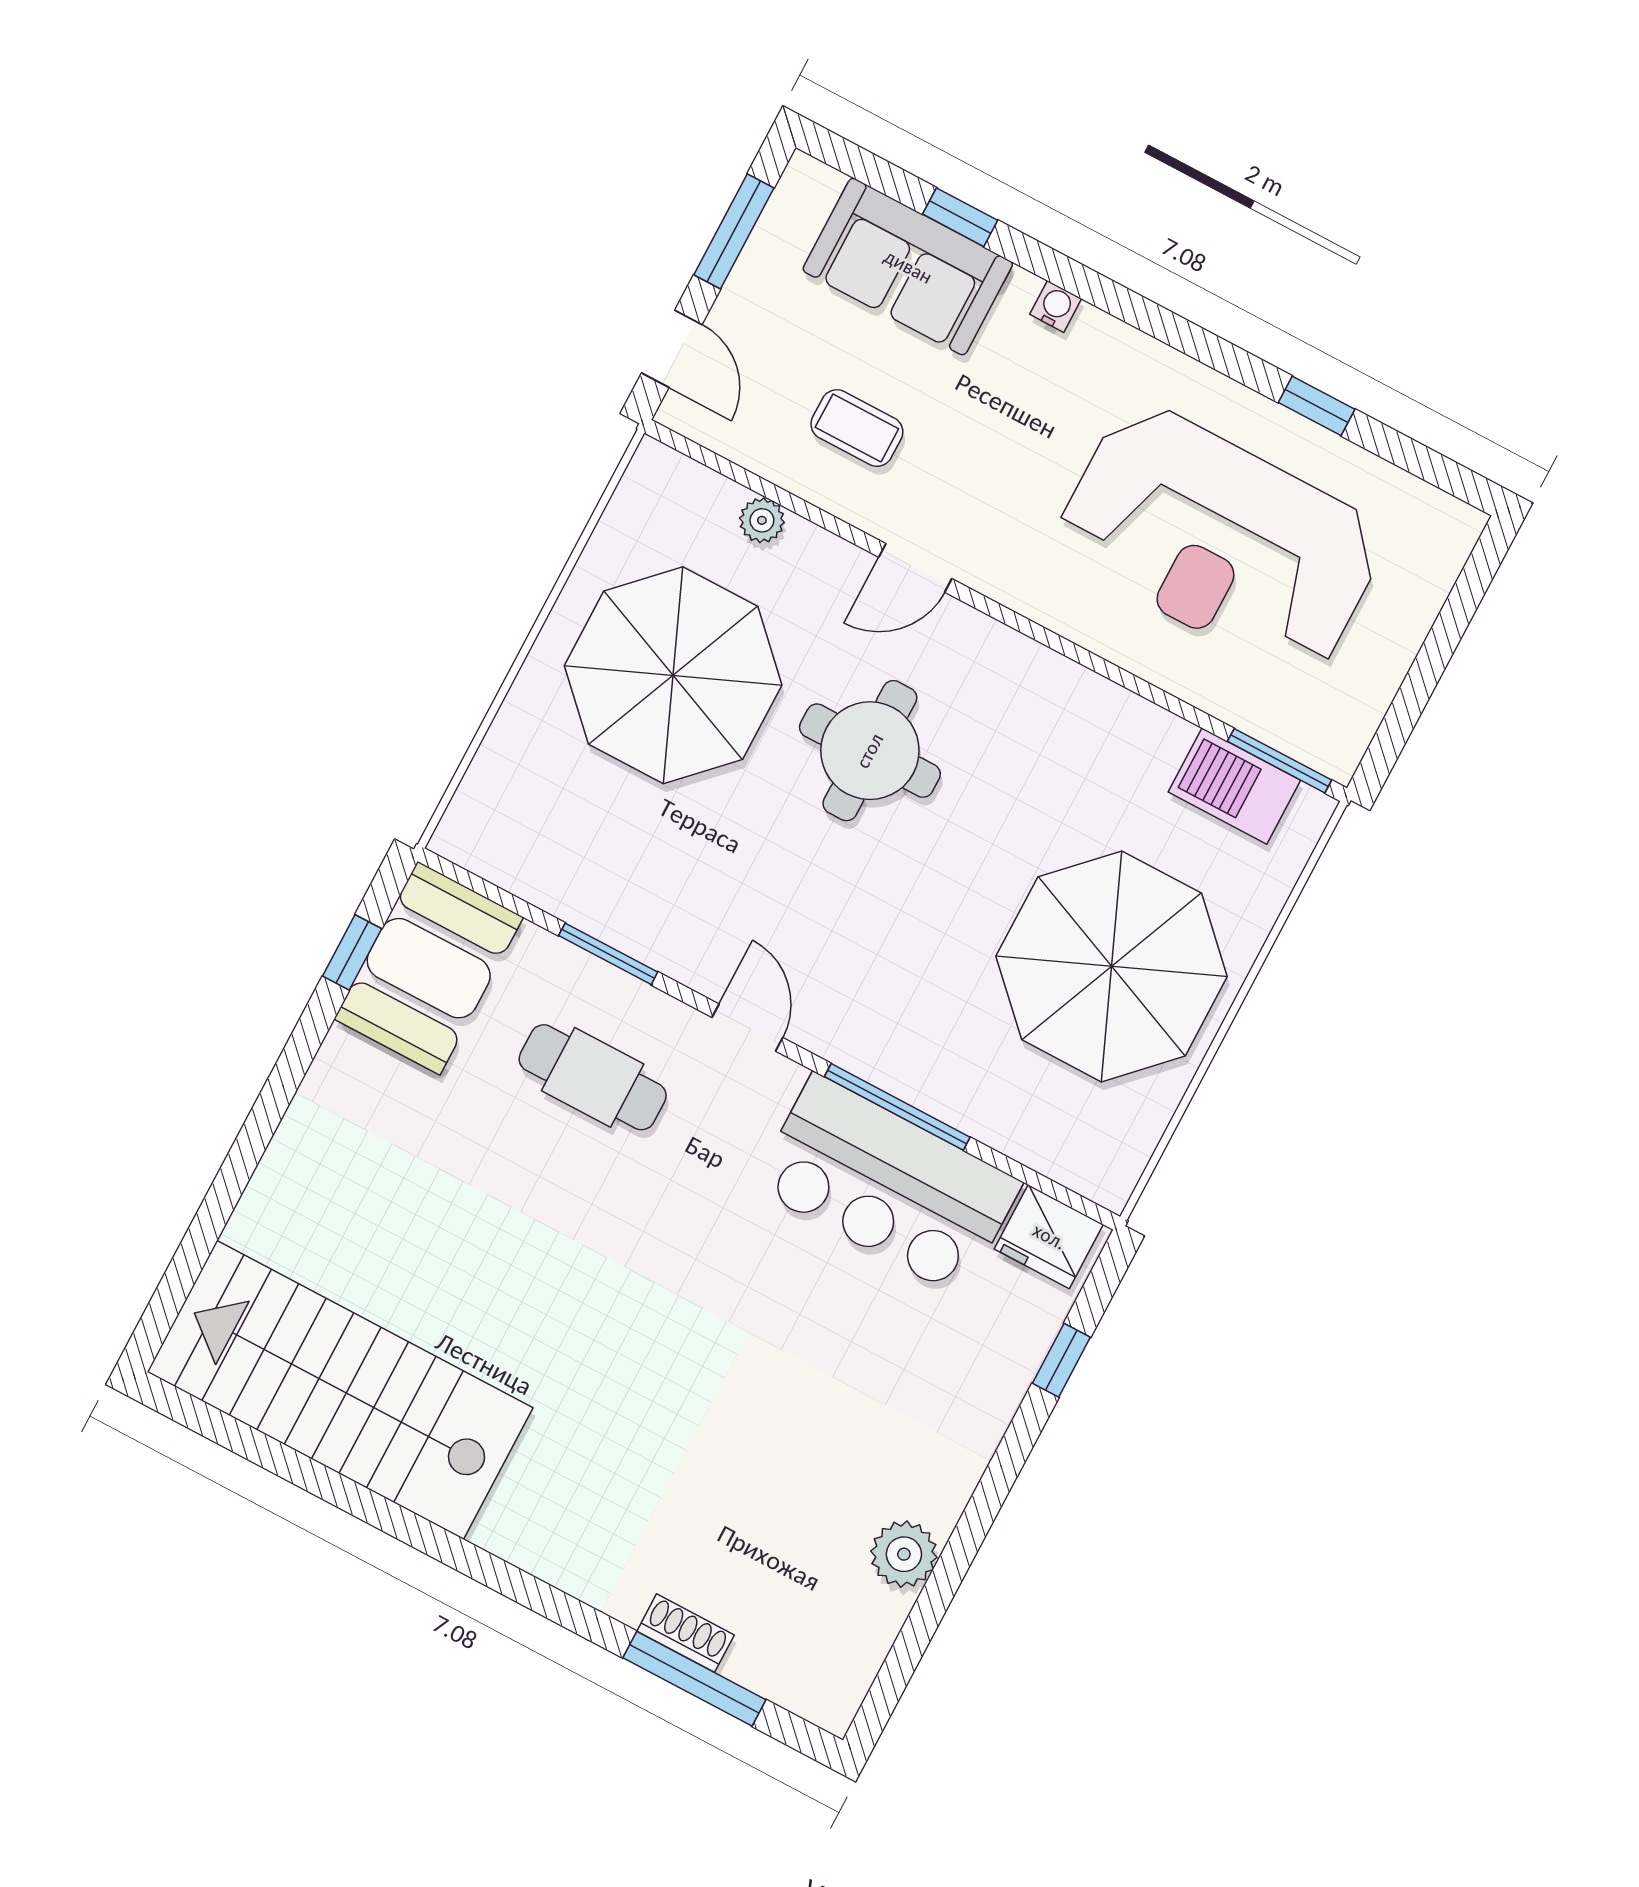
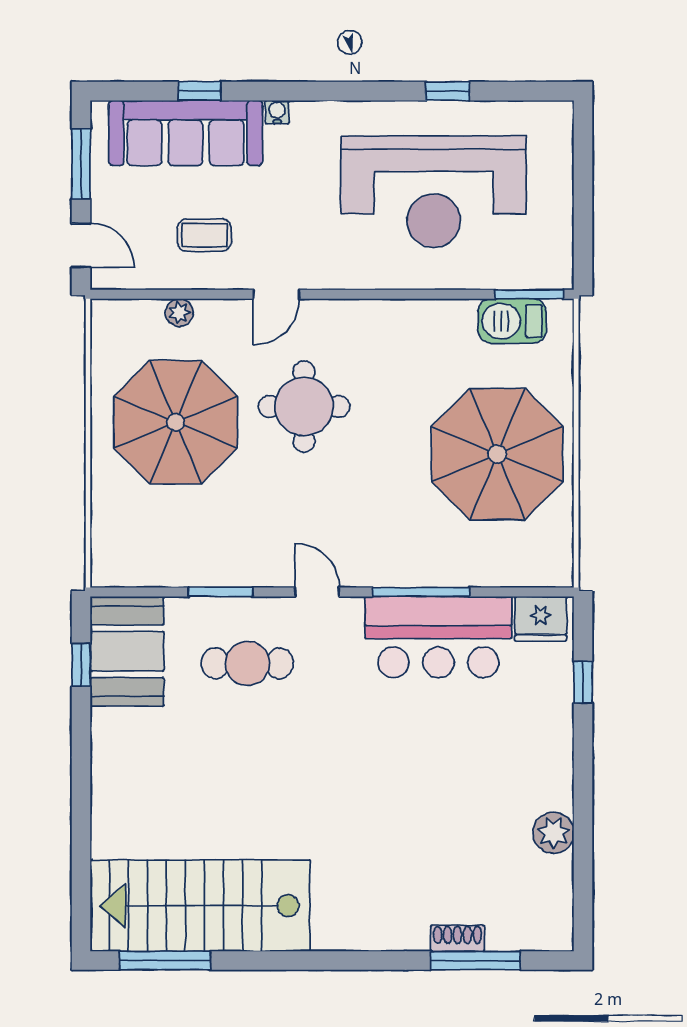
sofa: (908, 267) -> (186, 133), width x1.36
window: (247, 1442) -> (165, 961), added

